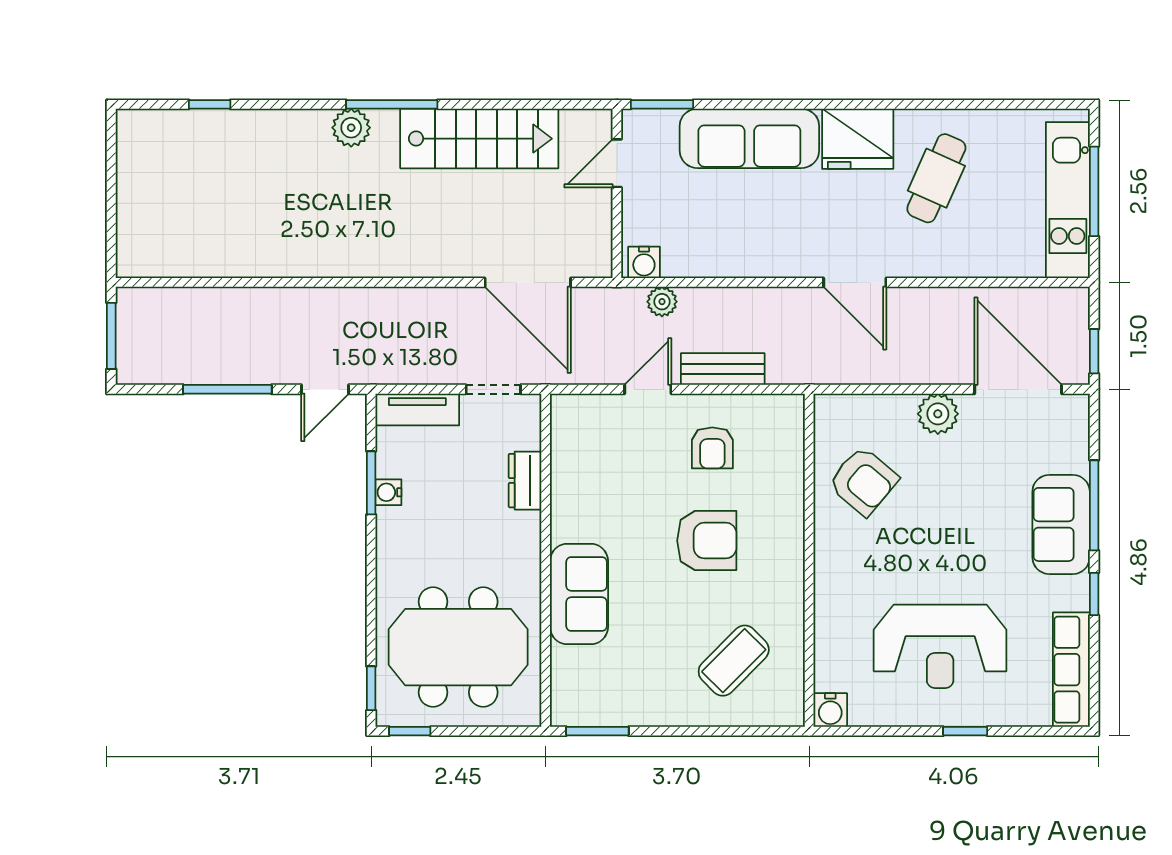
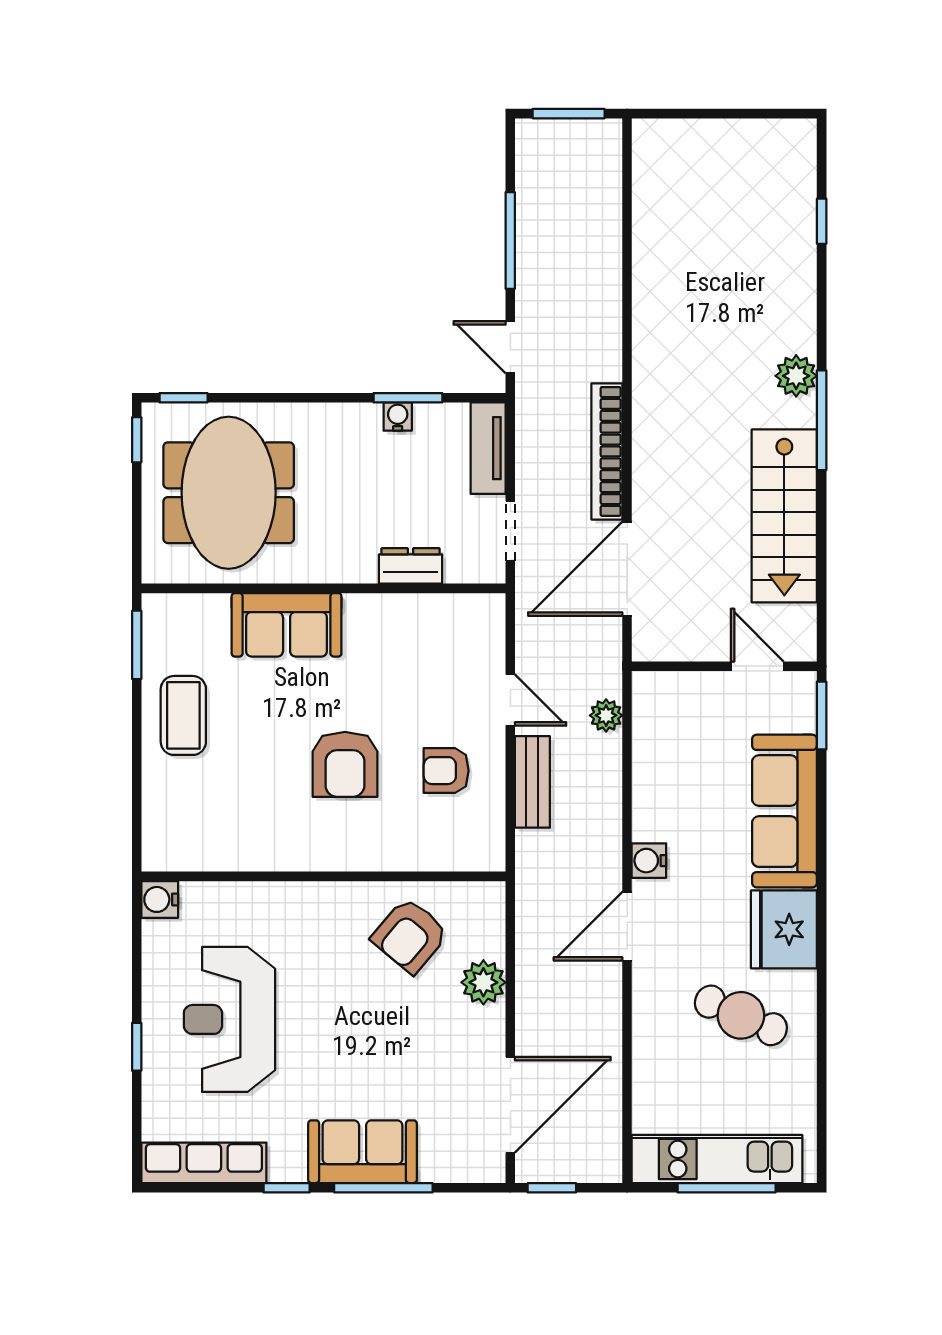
water cooler: (644, 262) -> (649, 861), moved
bookcase: (420, 301) -> (607, 451), added
plant: (938, 414) -> (483, 982), moved
coffee table: (734, 661) -> (183, 715), moved, turned 45

